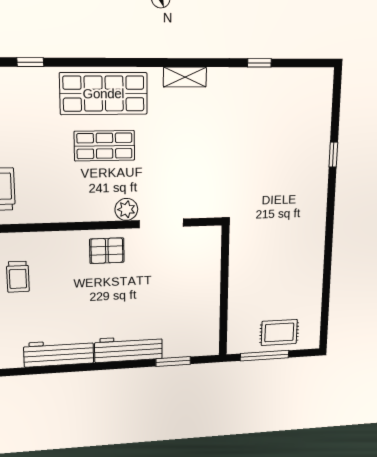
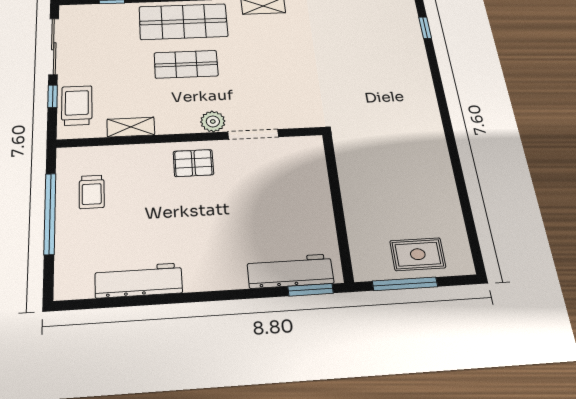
window: (333, 155) -> (425, 28), moved
shelving: (51, 213) -> (131, 127), added
workbench: (129, 349) -> (290, 271), moved
window: (173, 362) -> (311, 290), moved

